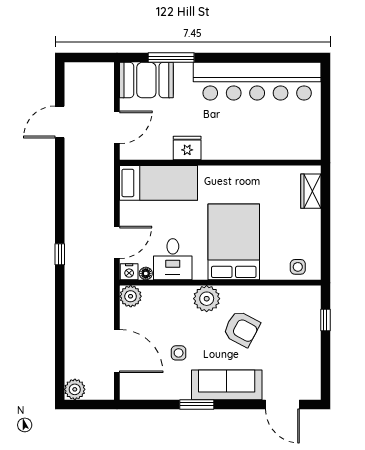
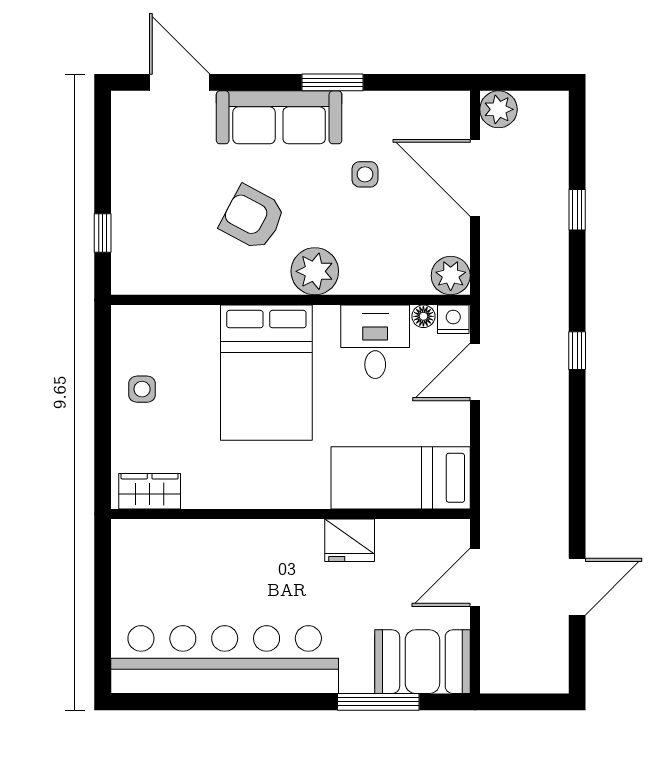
wardrobe: (311, 191) -> (150, 491), moved, turned -90
side table: (298, 267) -> (142, 389), moved
window: (60, 333) -> (577, 210), added
plant: (75, 389) -> (499, 109), moved

